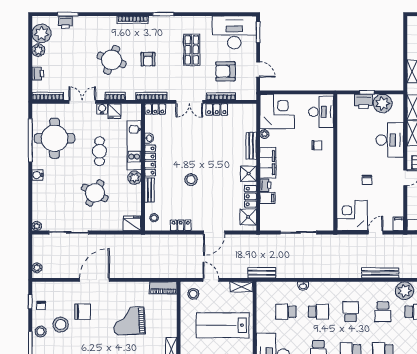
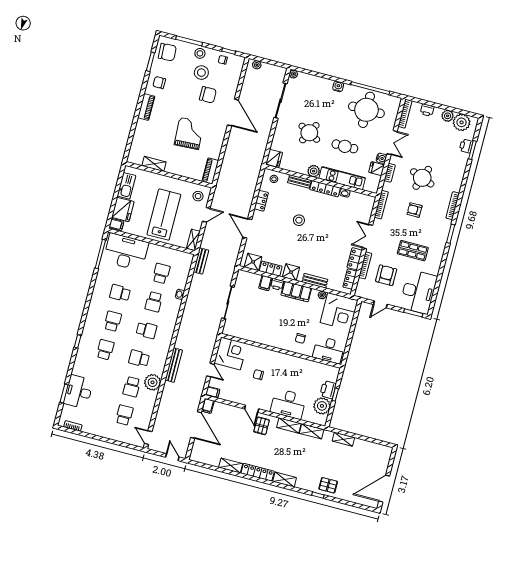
locker: (155, 109) -> (350, 279), moved
chair: (83, 312) -> (208, 95), turned -90

